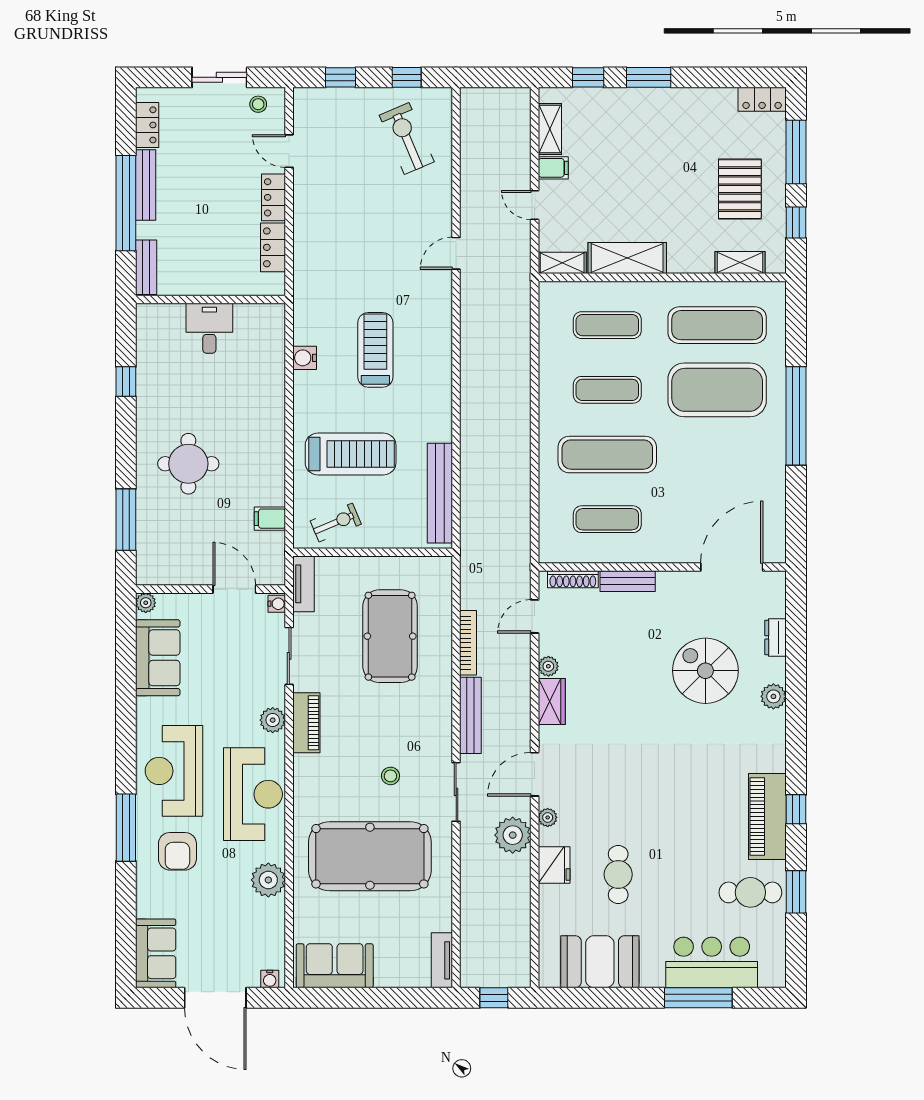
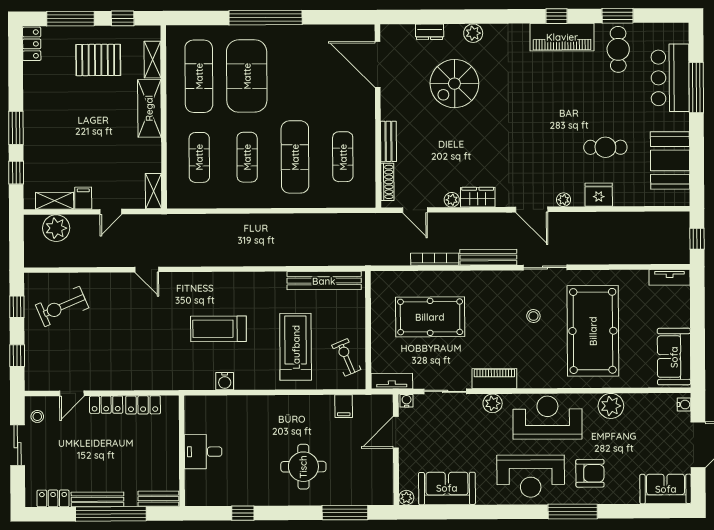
shelving: (627, 258) -> (149, 108), moved
plant: (513, 835) -> (56, 228), moved

